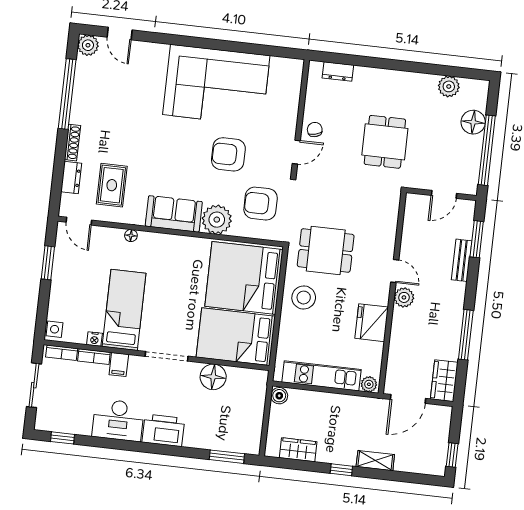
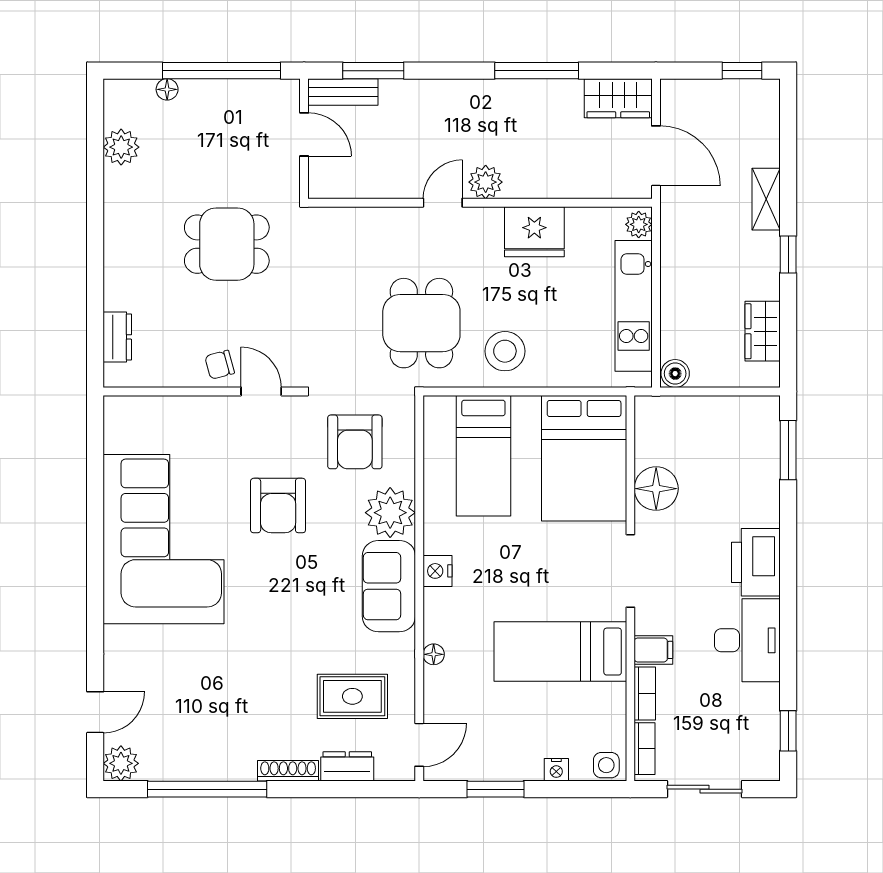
floor lamp: (473, 122) -> (167, 89), width x0.53, depth x0.53
nightstand: (179, 243) -> (437, 571), added
bench: (462, 260) -> (343, 92), moved
bed: (244, 278) -> (483, 456), width x0.49
nightstand: (94, 339) -> (556, 770), moved, turned 90

